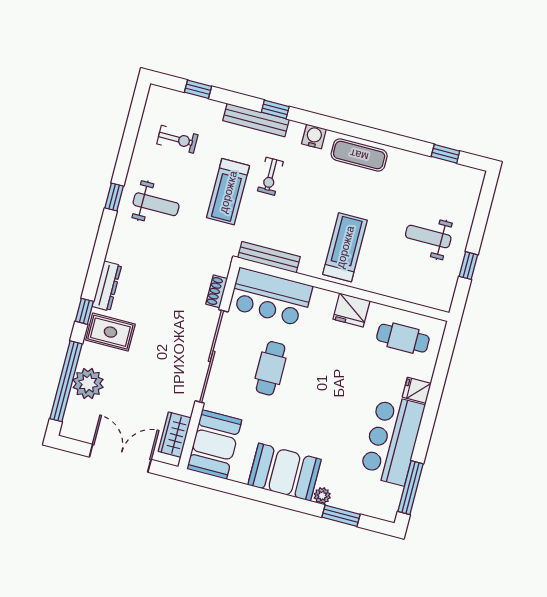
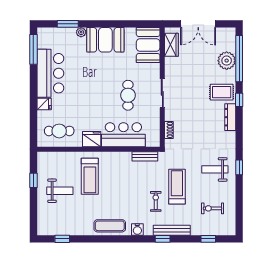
treadmill: (345, 247) -> (90, 176), moved
bench: (269, 257) -> (145, 156), width x0.73
bar counter: (271, 297) -> (123, 135), moved
sliding door: (212, 356) -> (162, 93), width x0.54

